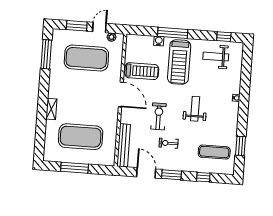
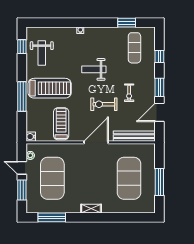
water cooler: (159, 41) -> (31, 137), moved
door: (121, 94) -> (96, 142), moved
shelving: (51, 109) -> (91, 209), moved

